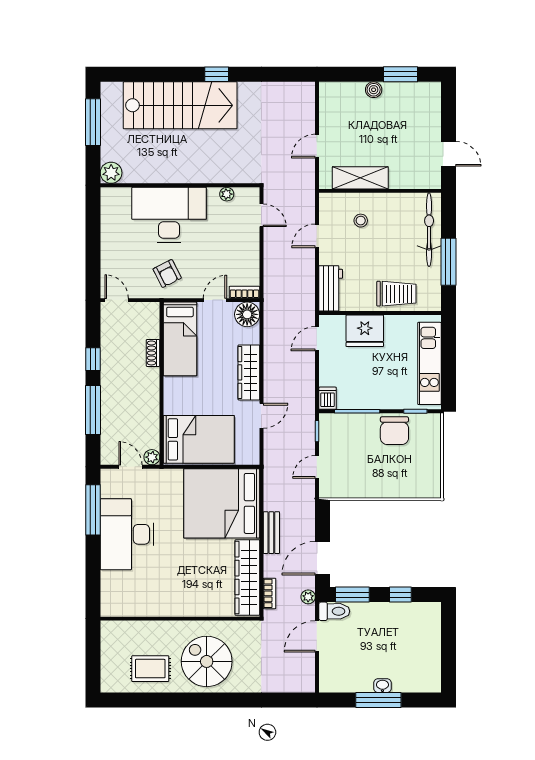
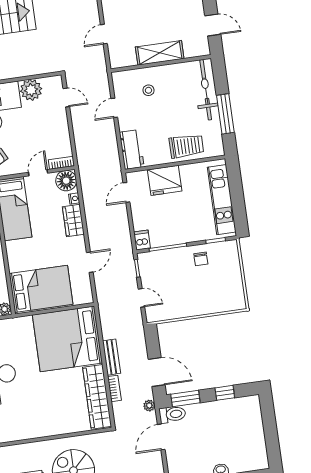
shelving: (360, 178) -> (160, 53), moved
plant: (227, 194) -> (31, 90), width x1.87, depth x1.87
nightstand: (254, 337) -> (74, 199), added
wardrobe: (249, 372) -> (73, 221), width x0.67
chair: (394, 431) -> (201, 259), width x0.54, depth x0.54
door: (317, 467) -> (141, 298), swing flipped
door: (323, 558) -> (157, 372), swing flipped
bookcase: (269, 593) -> (114, 388), moved

